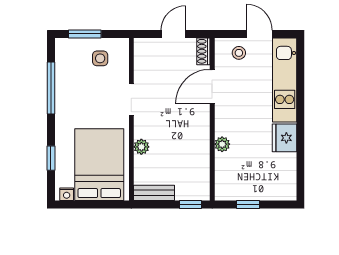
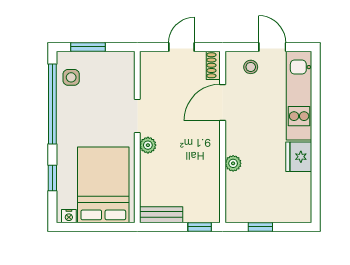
side table: (100, 58) -> (71, 77), moved
window: (51, 88) -> (52, 104), width x1.46
plant: (141, 147) -> (148, 145), moved

